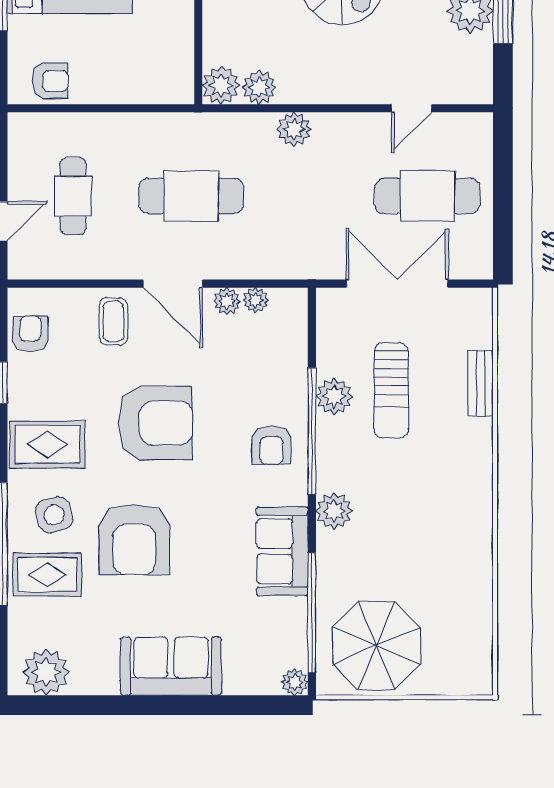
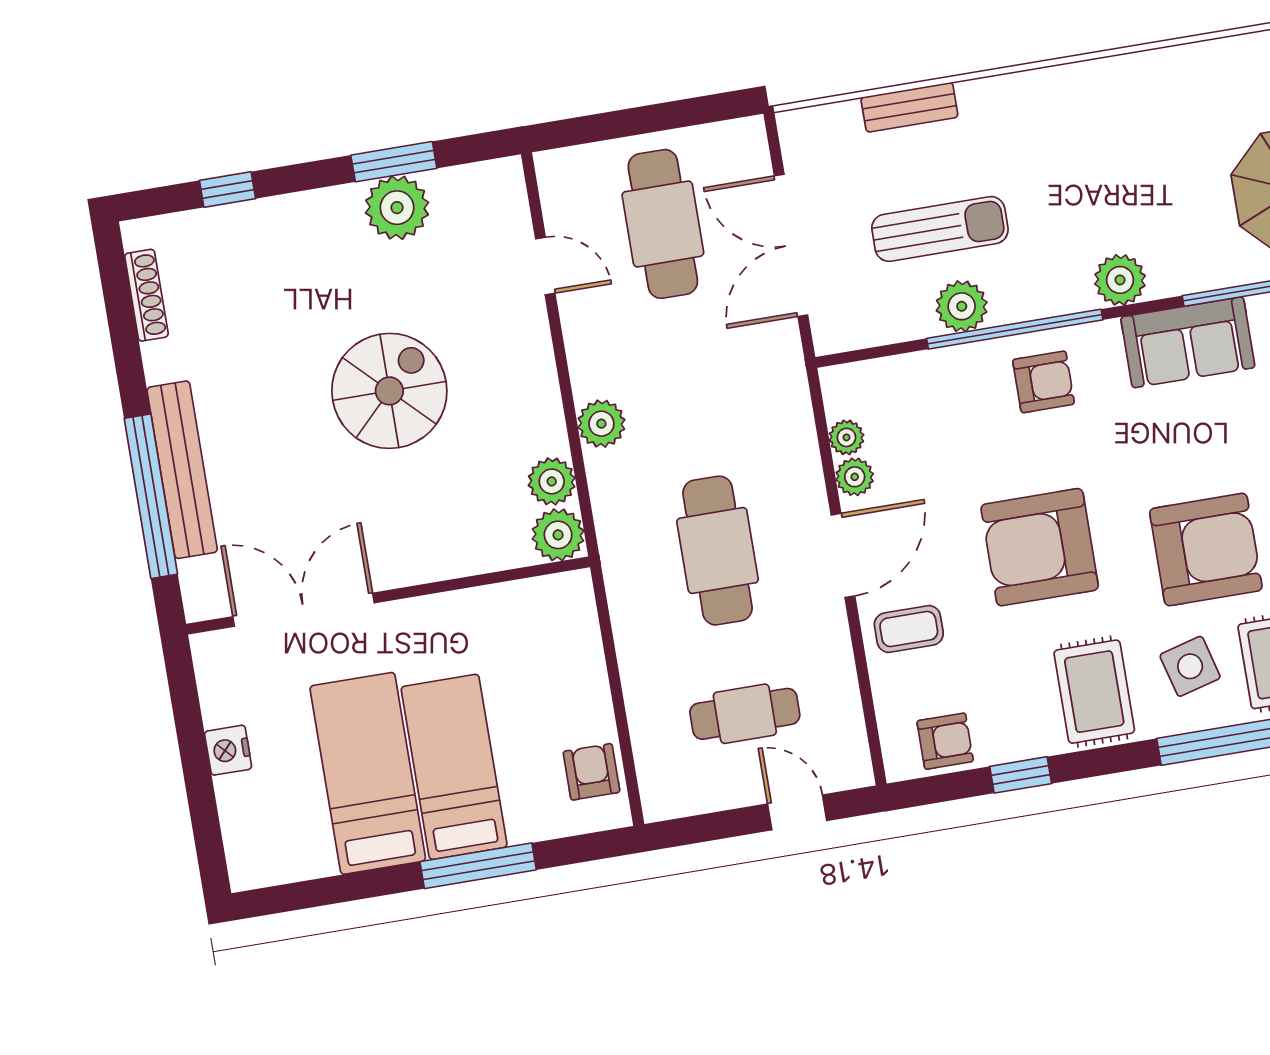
armchair: (30, 334) -> (945, 741), turned 180
armchair: (156, 423) -> (1040, 547), turned -90

